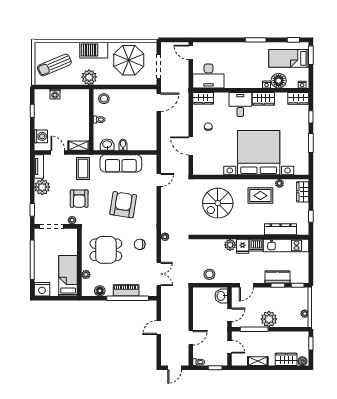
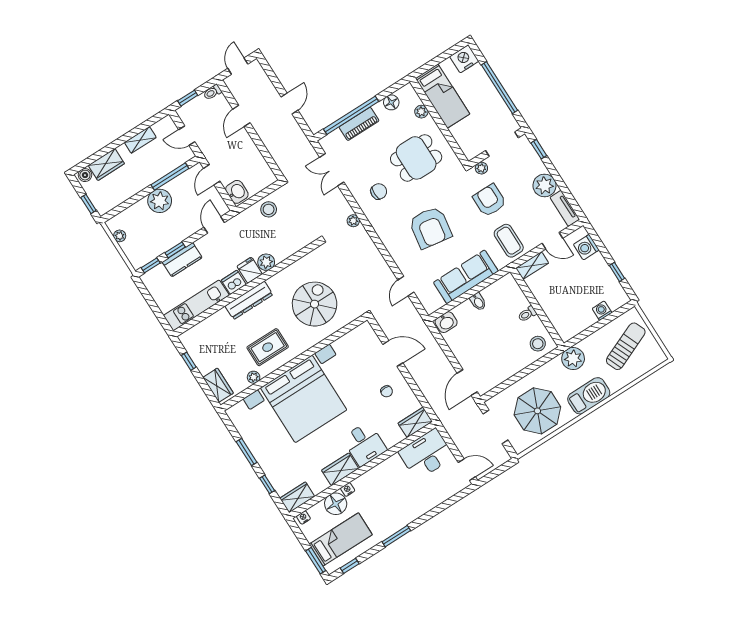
washbasin: (107, 145) -> (446, 322), moved
dresser: (281, 229) -> (249, 300), moved

